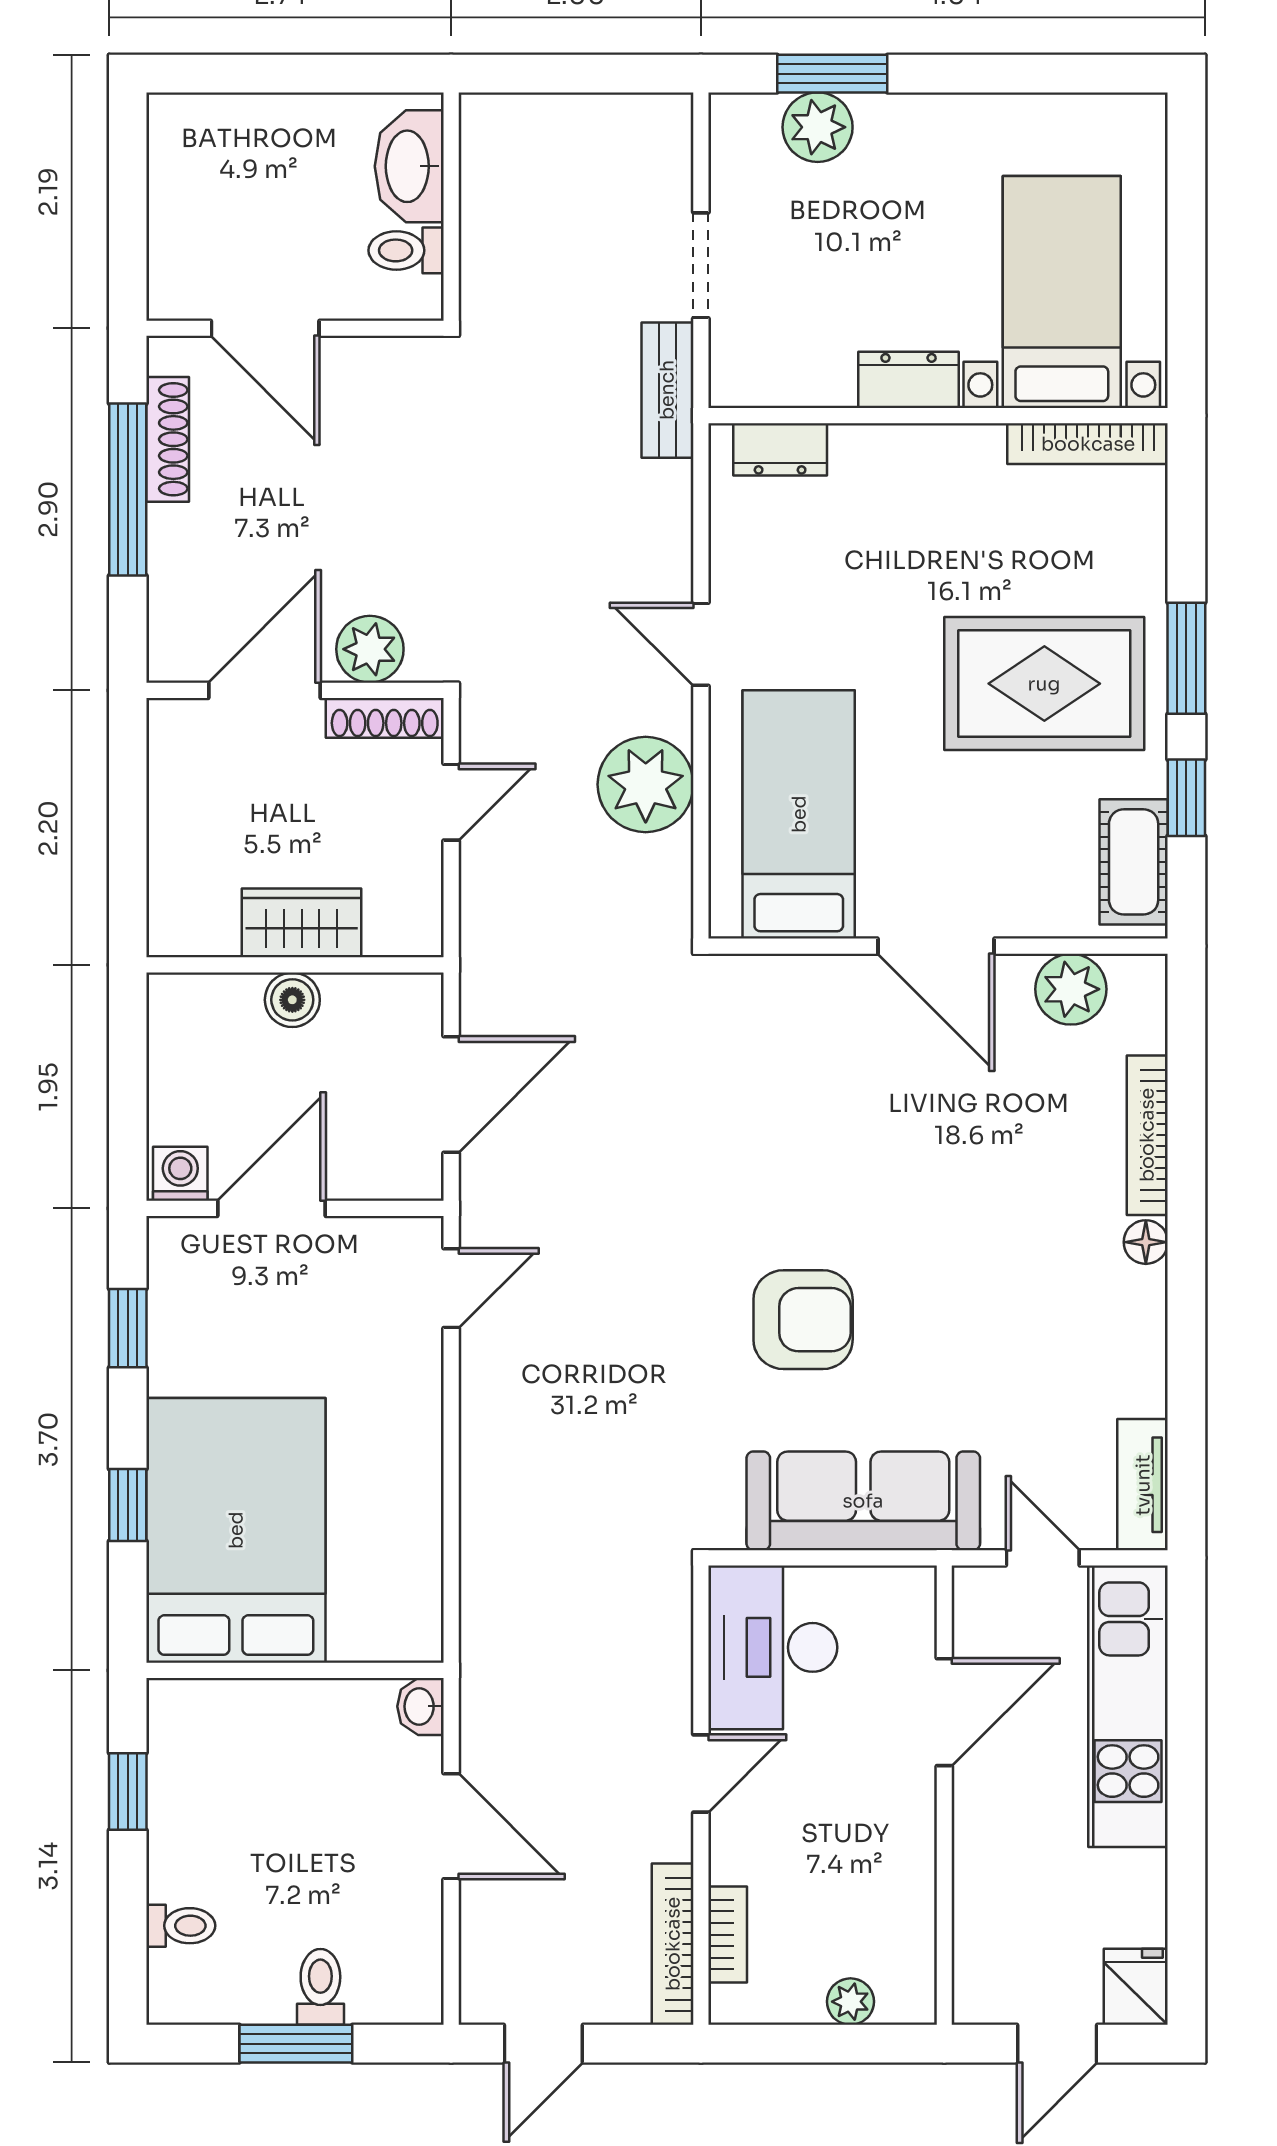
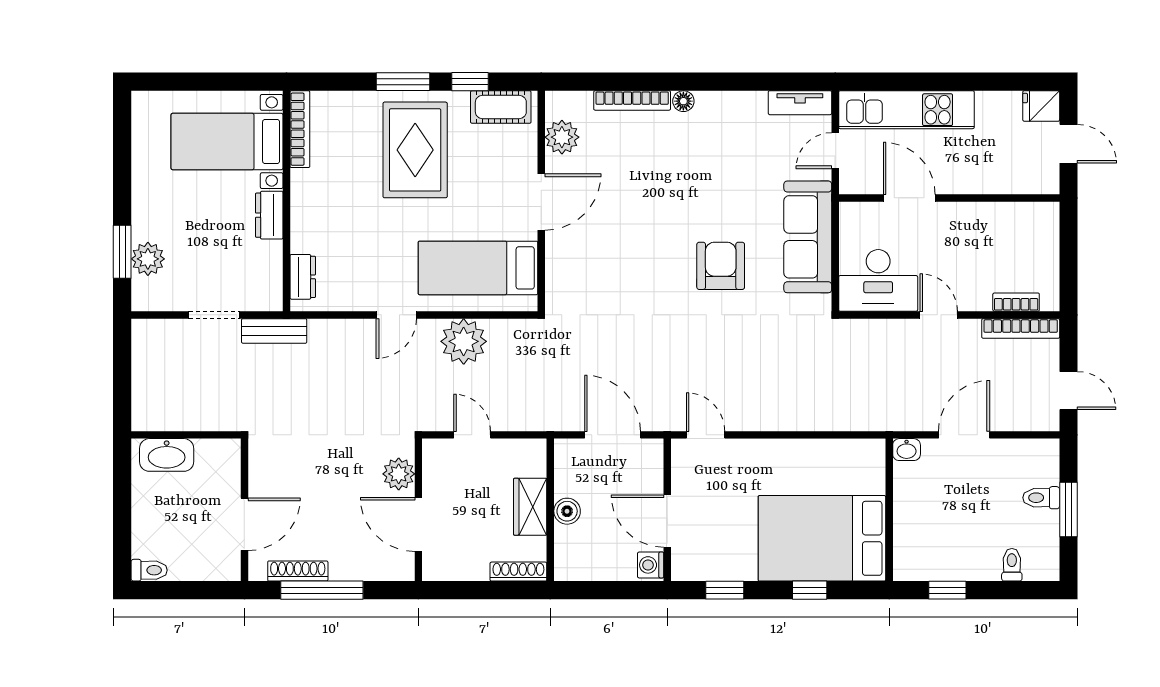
toilet: (406, 250) -> (149, 570), moved, turned -90
shoe rack: (385, 718) -> (518, 572), moved, turned -90
plant: (850, 2002) -> (1048, 243), removed

